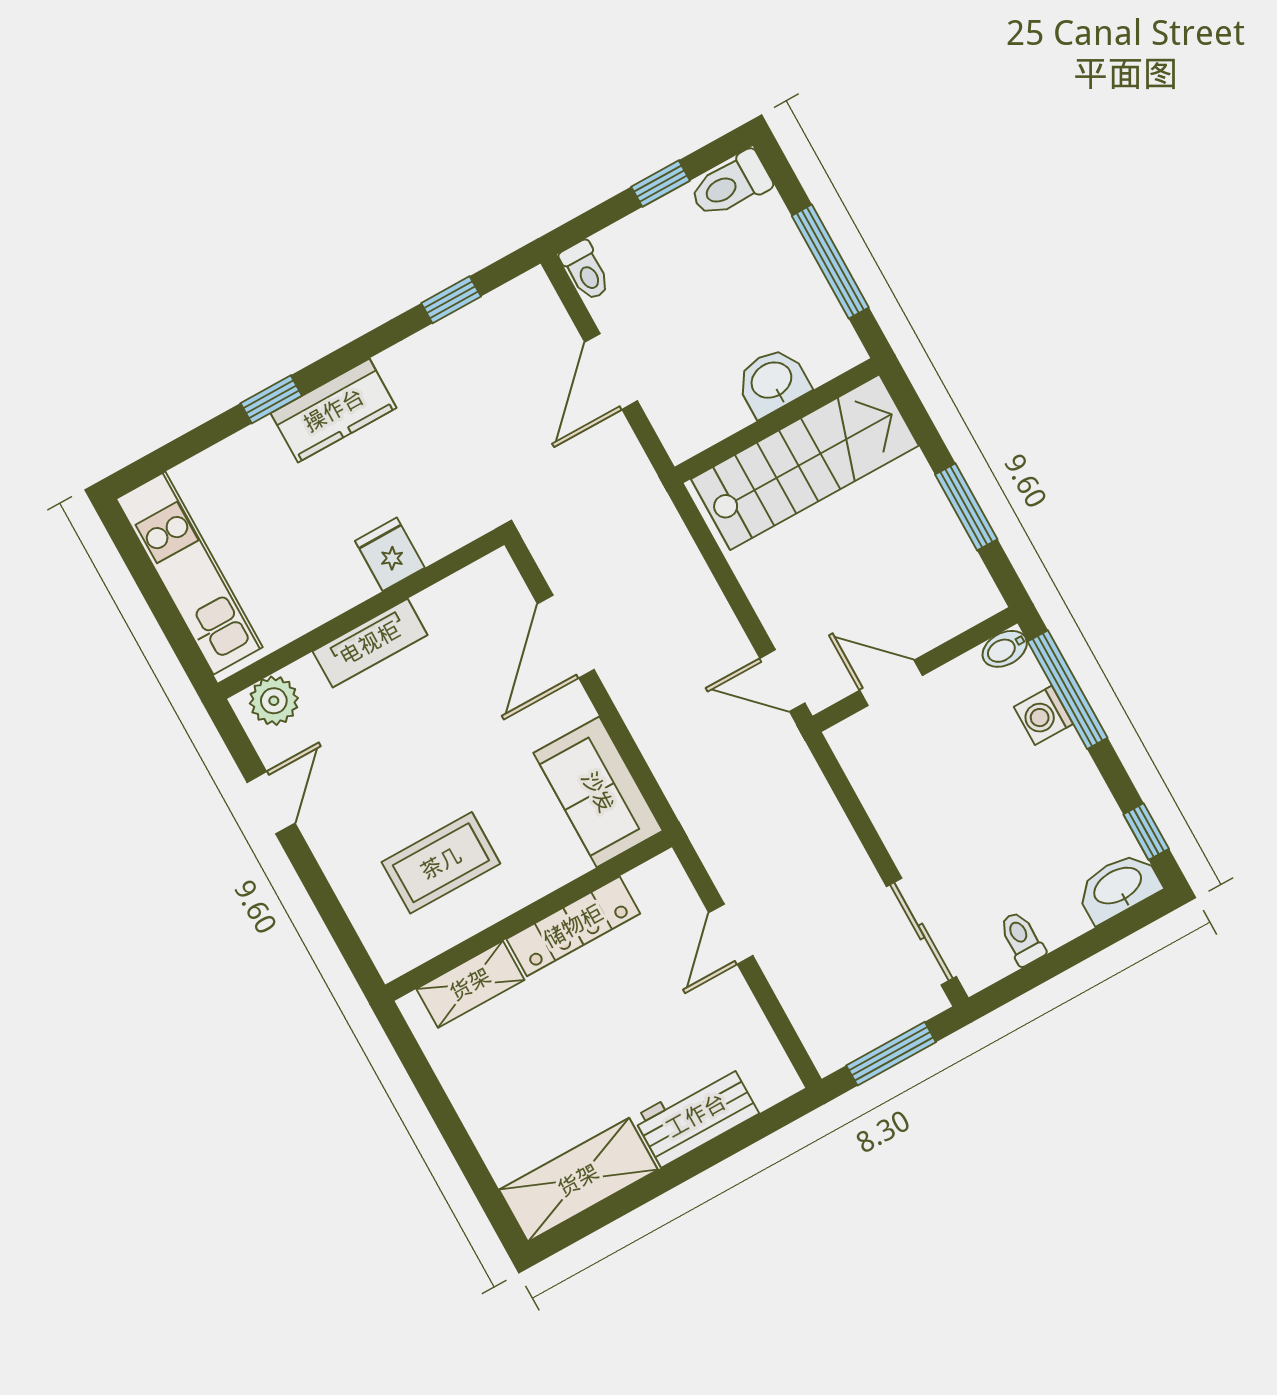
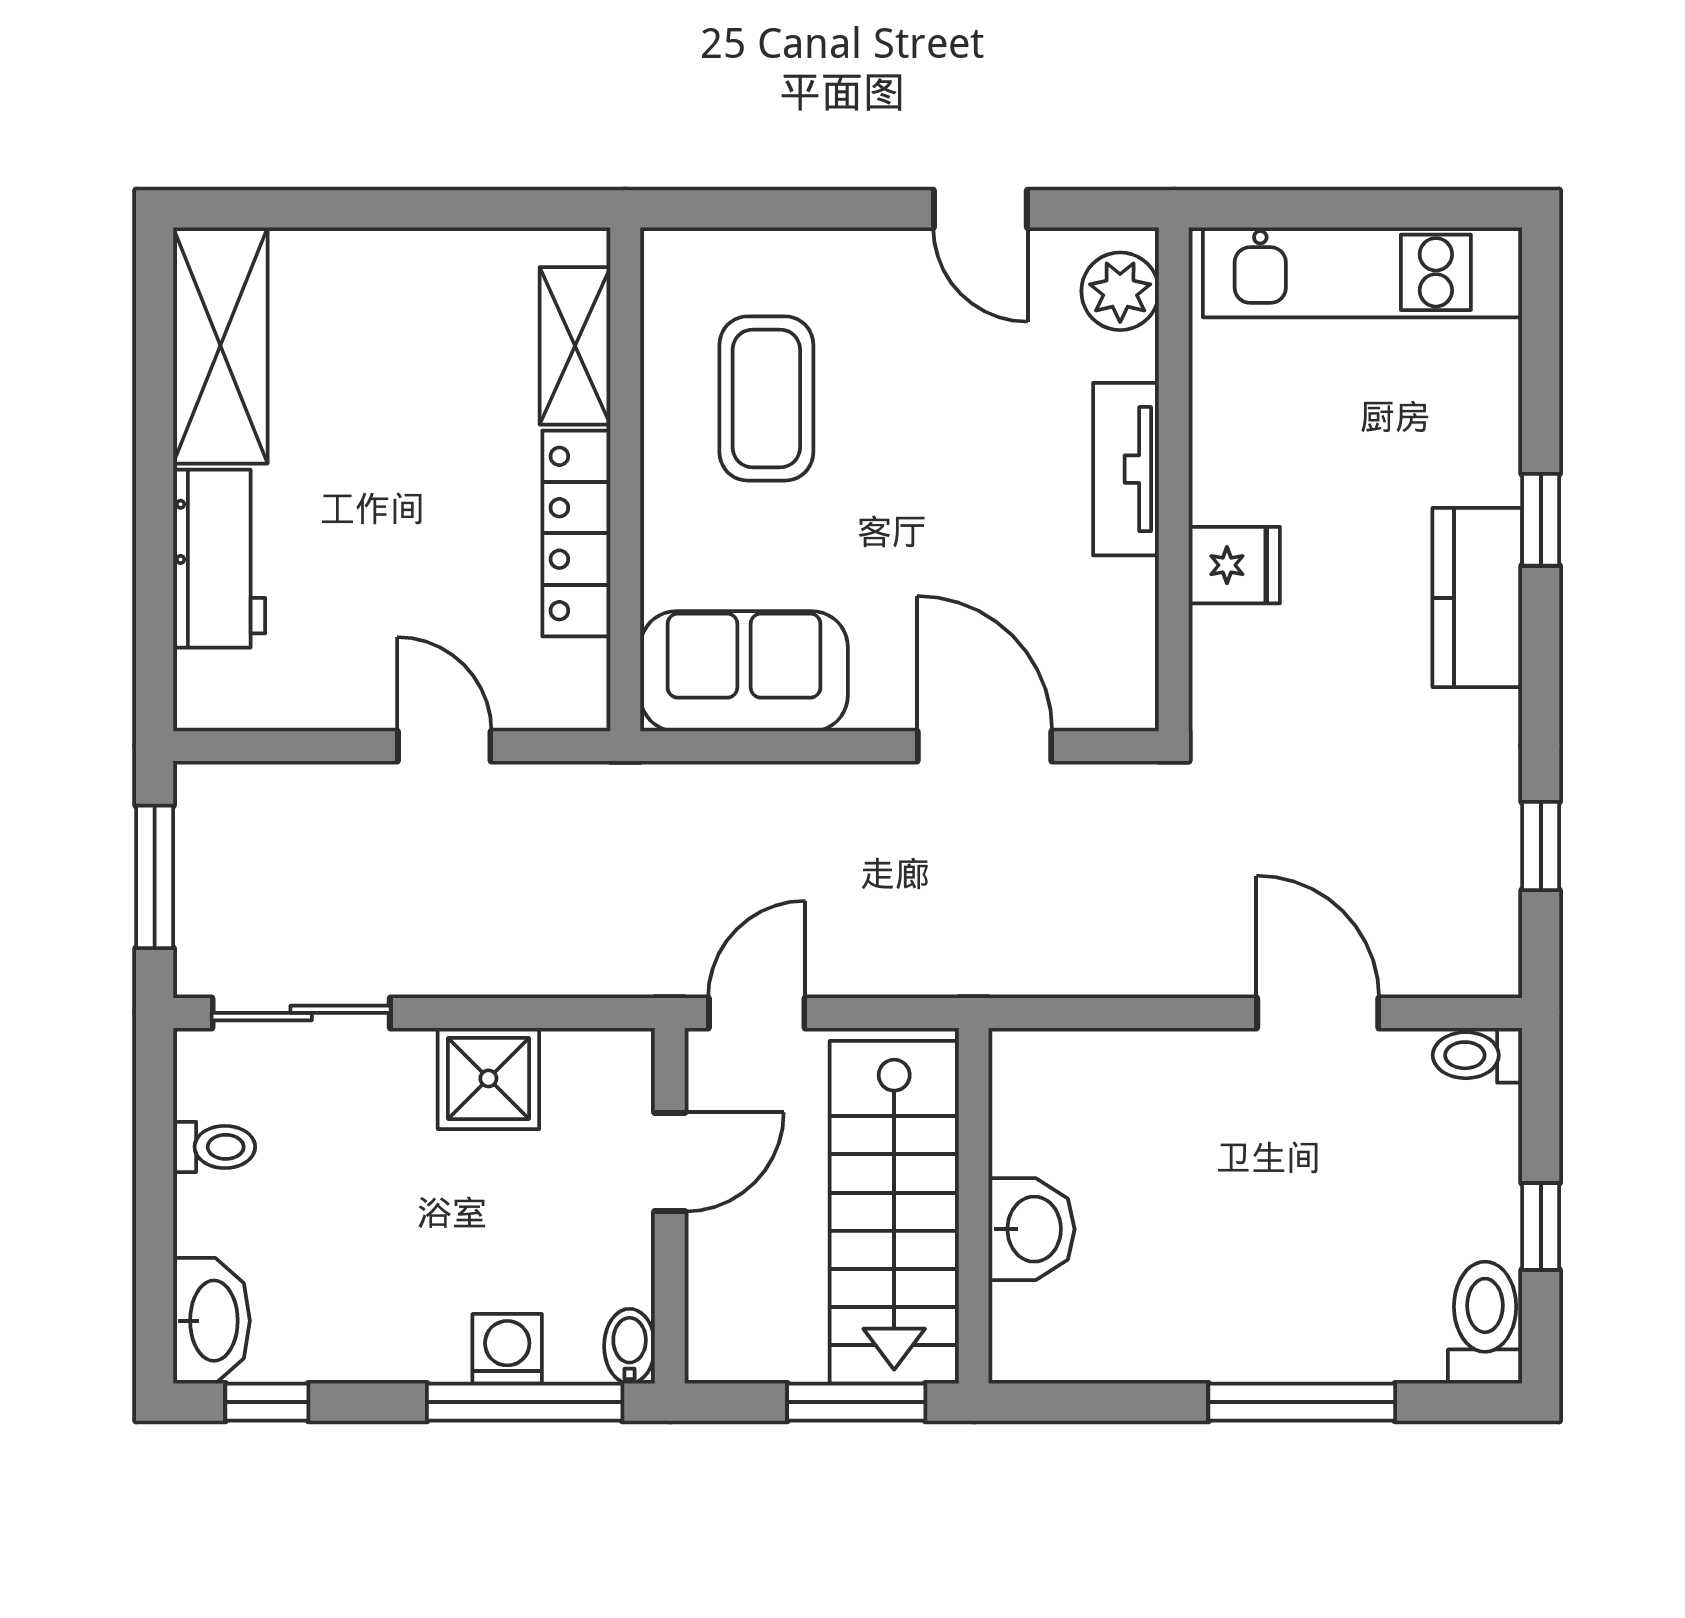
washbasin: (772, 381) -> (1032, 1229), moved
wall: (777, 421) -> (974, 1206), moved
stairs: (805, 462) -> (894, 1212), moved
shower: (900, 808) -> (488, 1078), added

